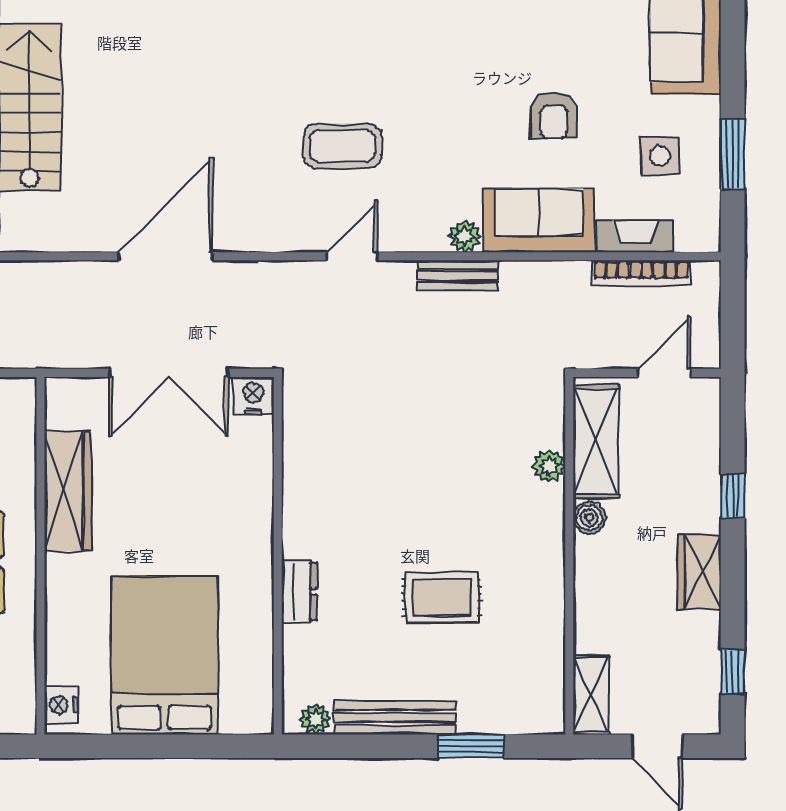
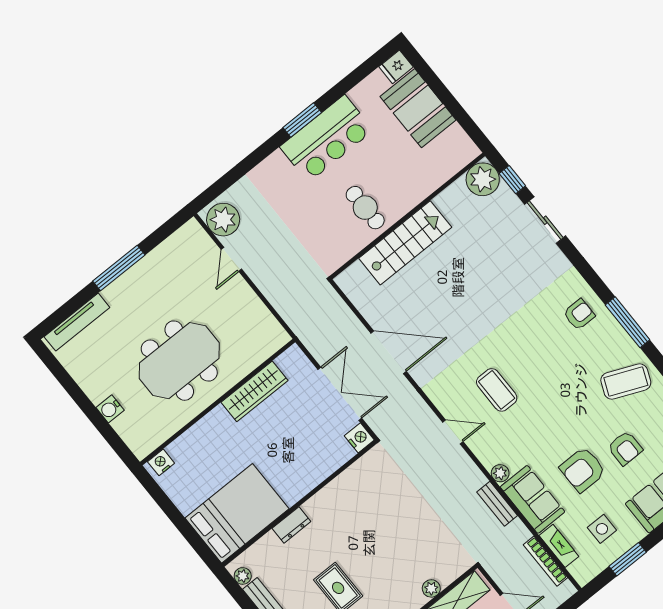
armchair: (572, 30) -> (625, 448), added
armchair: (554, 115) -> (583, 470), width x1.38, depth x1.38
bench: (458, 276) -> (497, 504), moved
double door: (168, 373) -> (340, 394), swing flipped
bed: (164, 656) -> (237, 513), moved

